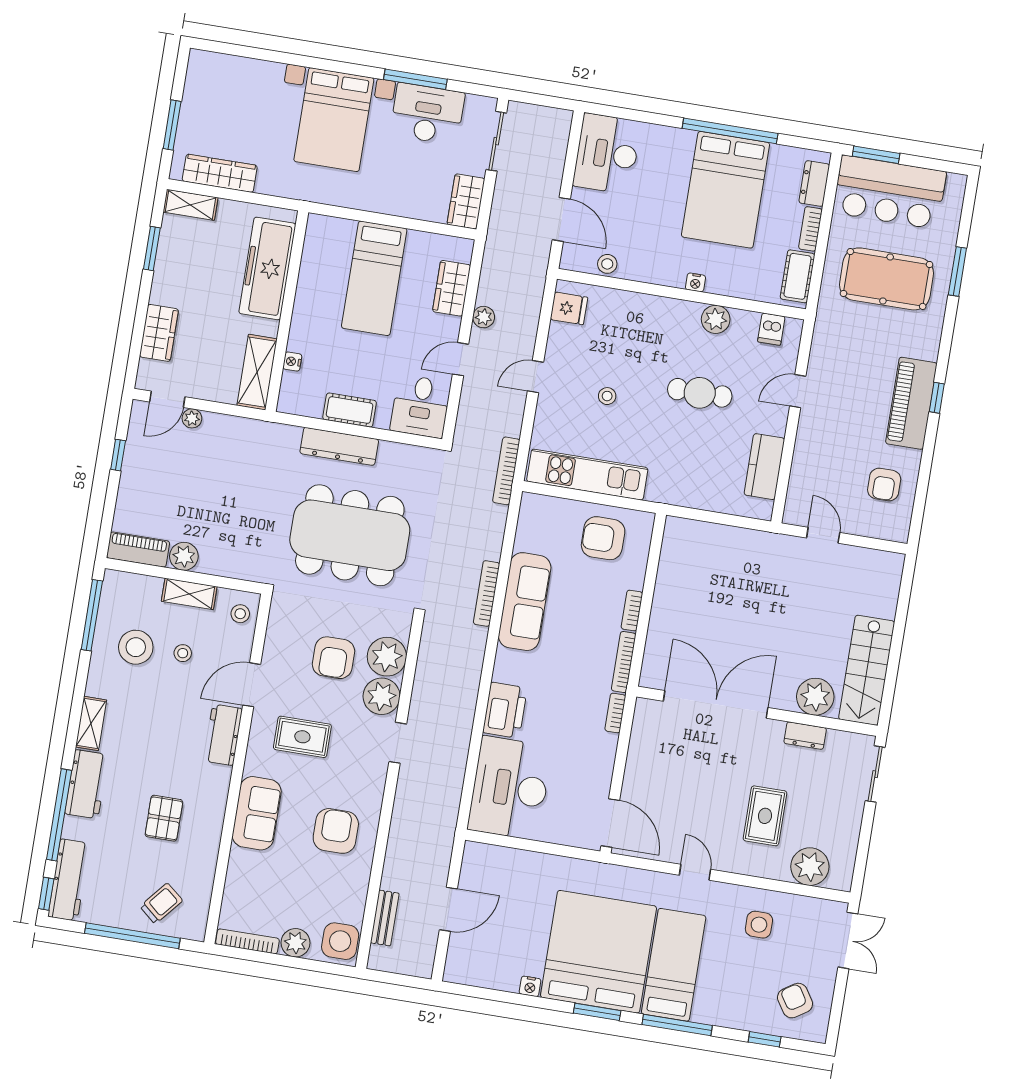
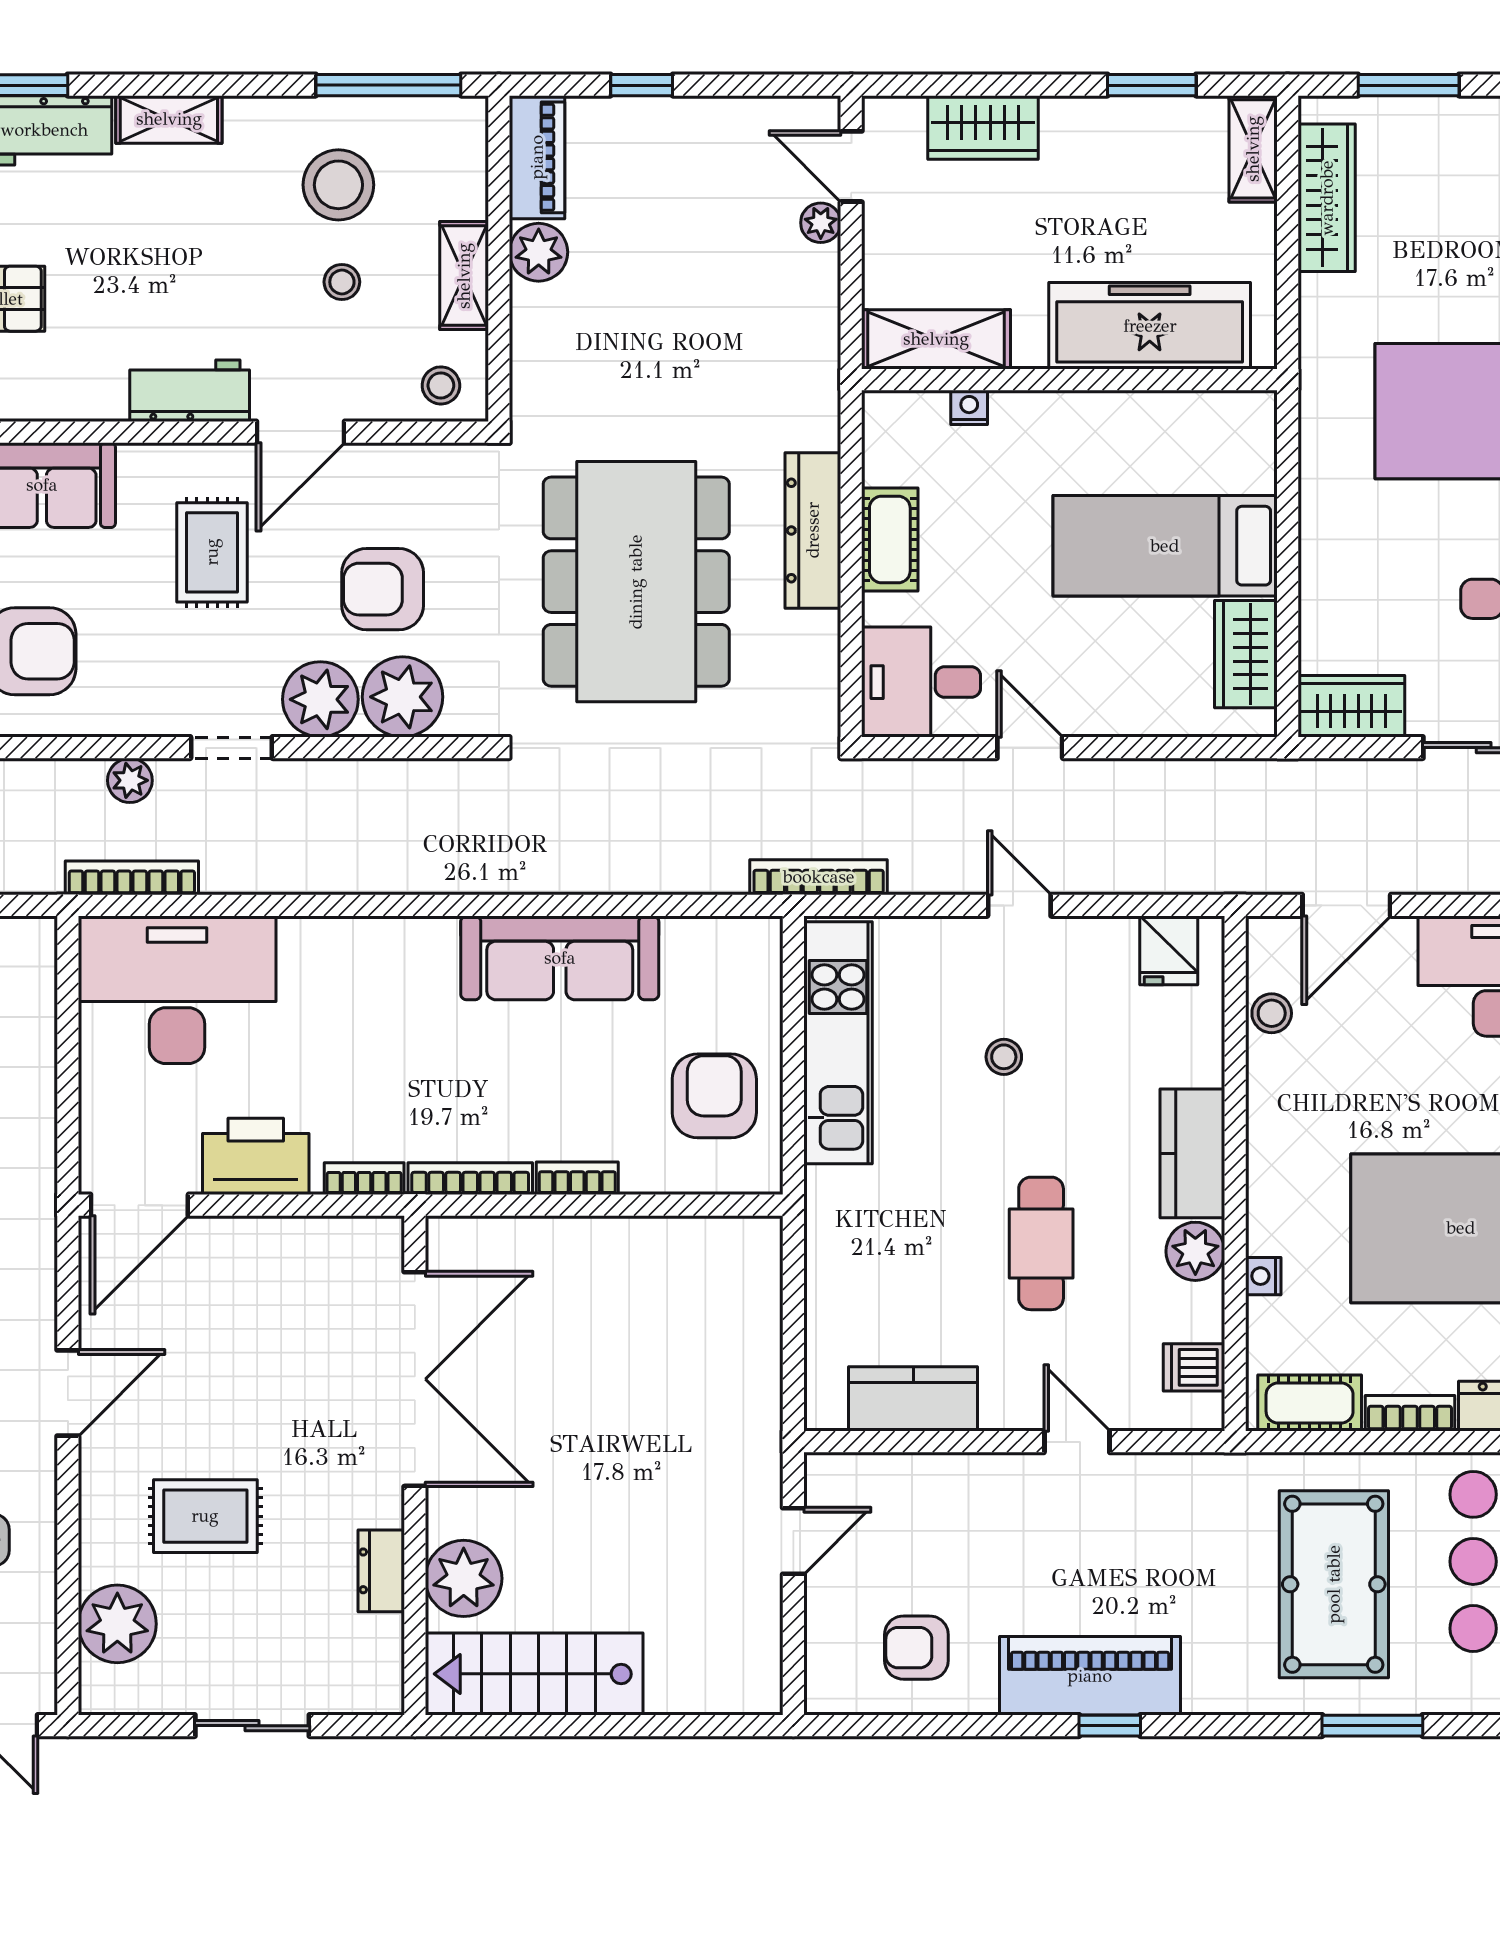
nightstand: (695, 282) -> (1263, 1276), moved
wardrobe: (452, 288) -> (1246, 654), moved, turned -90
kitchen counter: (668, 313) -> (1192, 1153), added
plant: (484, 317) -> (130, 780), moved
window: (118, 455) -> (642, 85), moved
bookcase: (486, 593) -> (132, 878), moved
door: (252, 685) -> (301, 432), swing flipped
printer: (505, 710) -> (256, 1156), moved, turned 180
sliding door: (875, 774) -> (252, 1726), moved
door: (695, 872) -> (68, 1393), width x1.38

